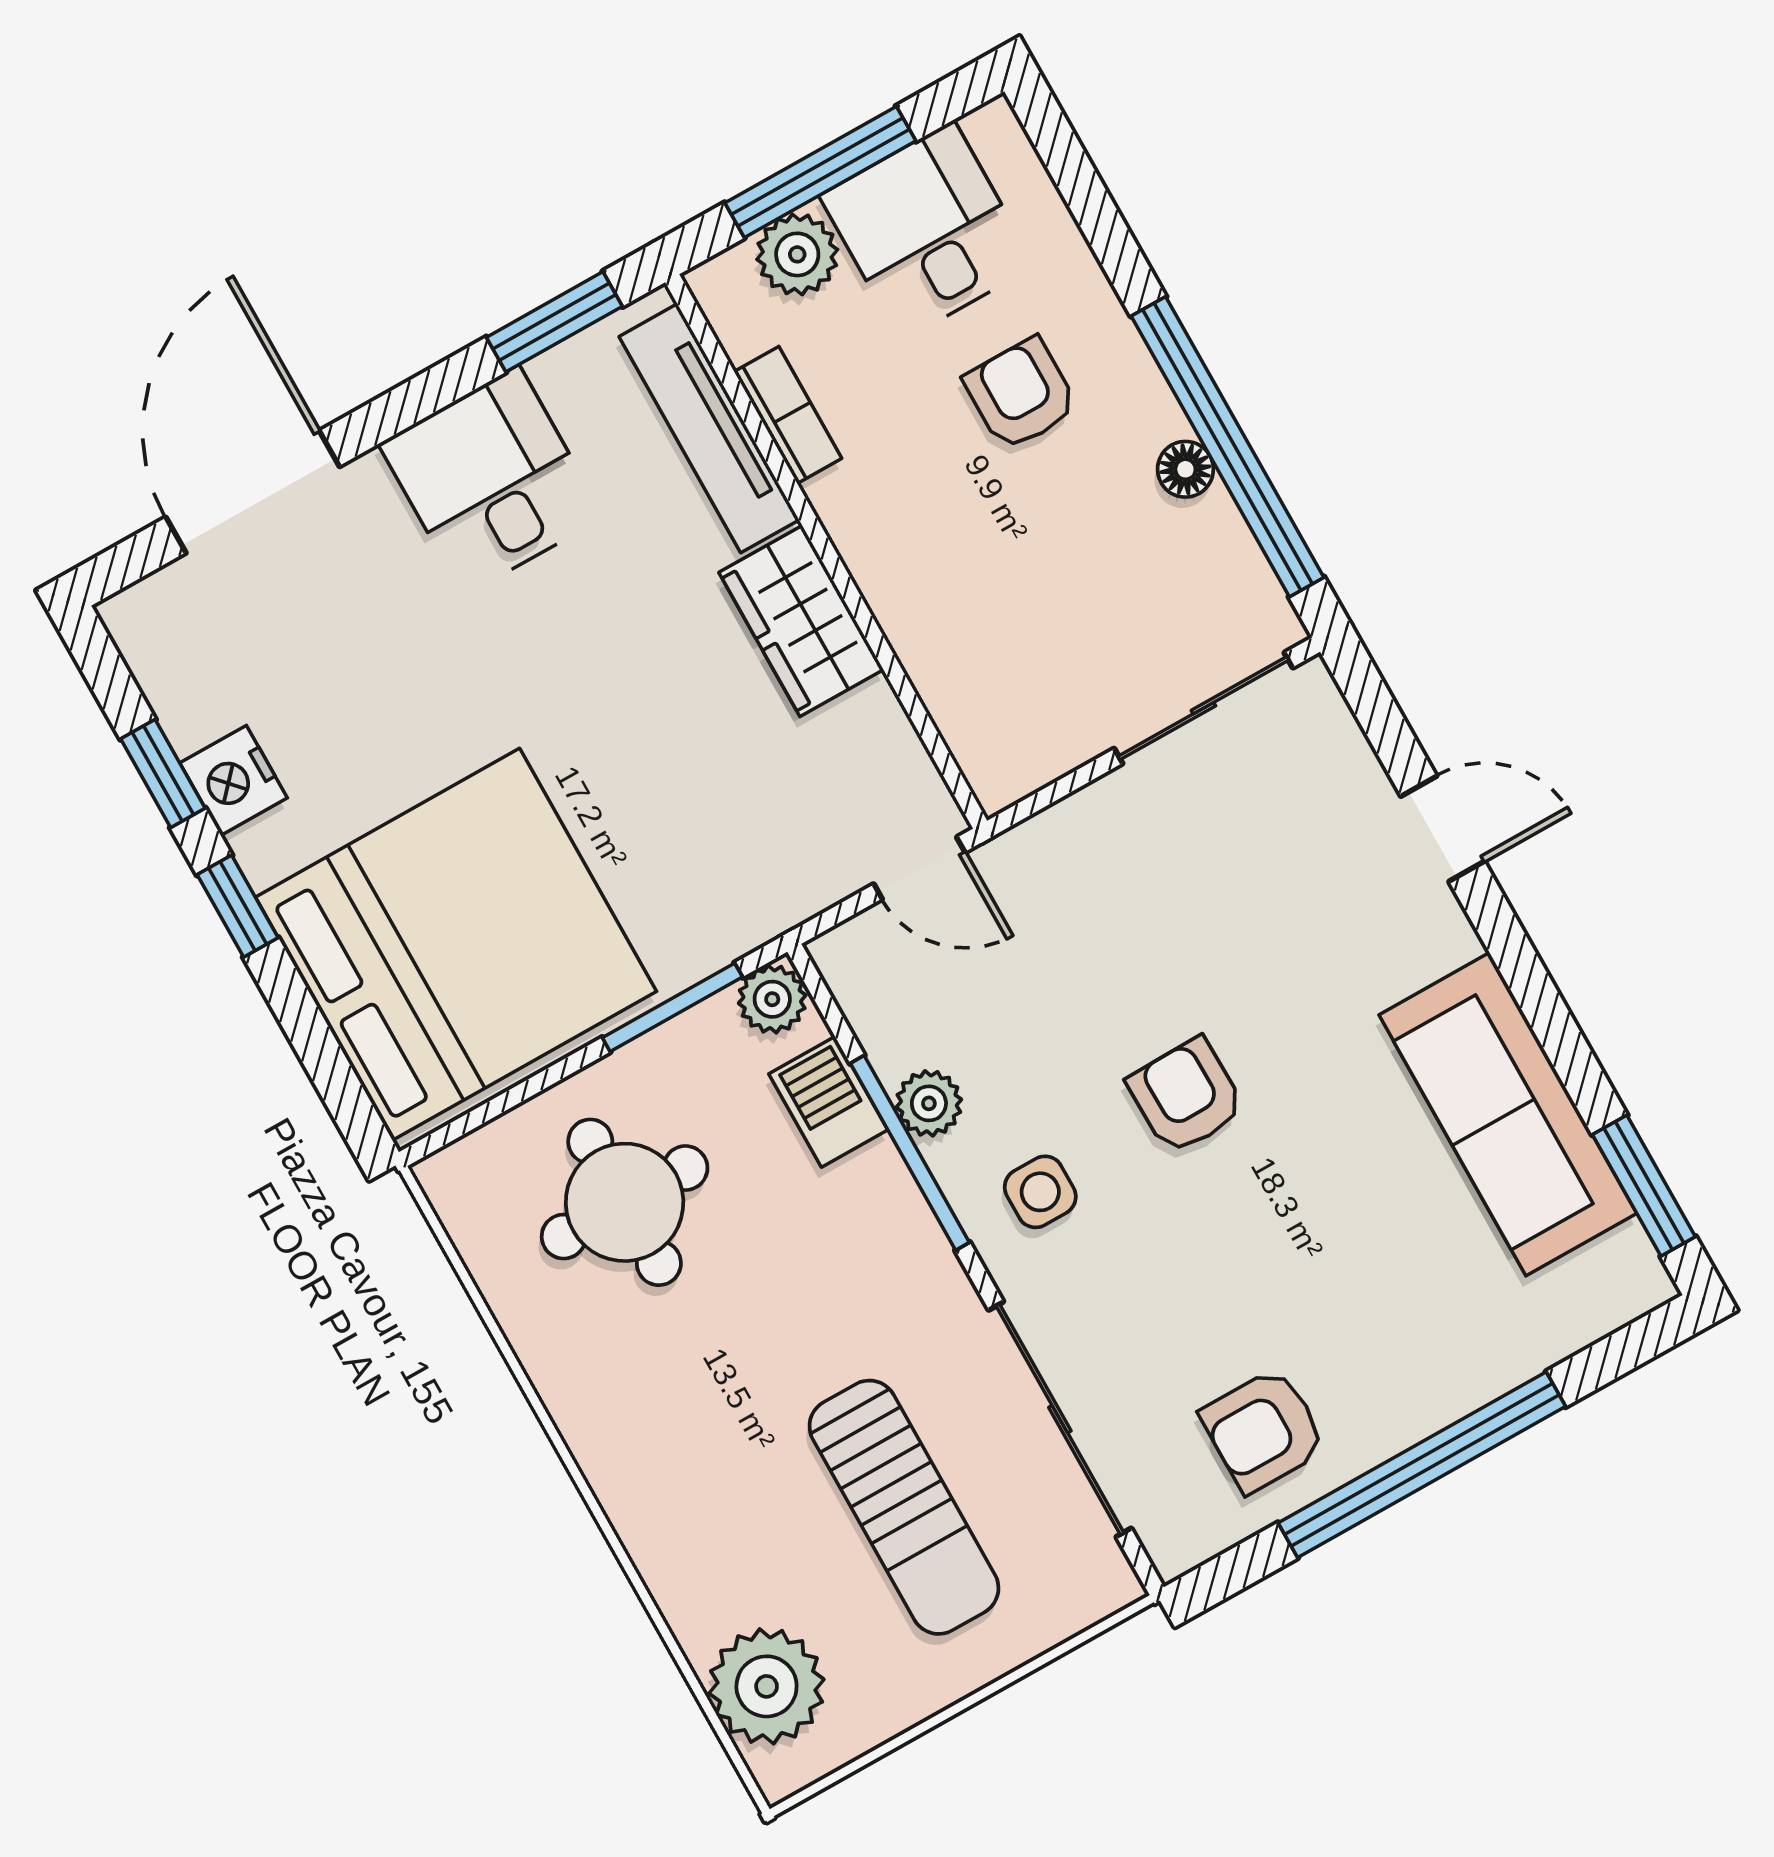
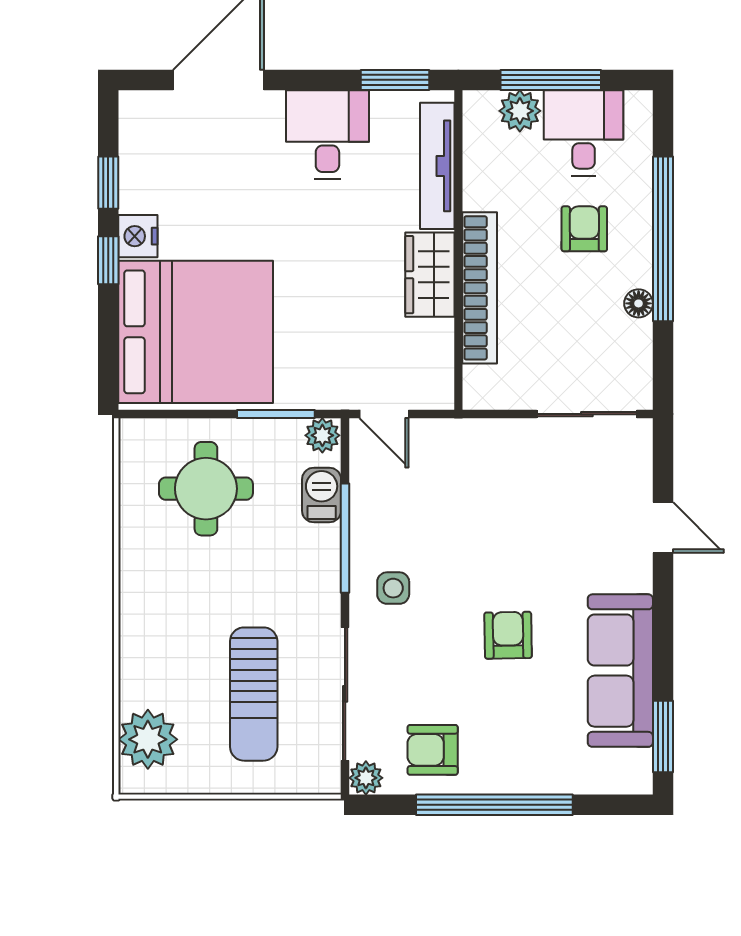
bookcase: (788, 415) -> (480, 288), moved, width x2.31, depth x1.31
window: (1228, 447) -> (663, 239), moved
nightstand: (234, 780) -> (138, 236), moved
door: (919, 868) -> (384, 414), moved
armchair: (1186, 1096) -> (508, 635), moved
plant: (929, 1103) -> (366, 778), moved

